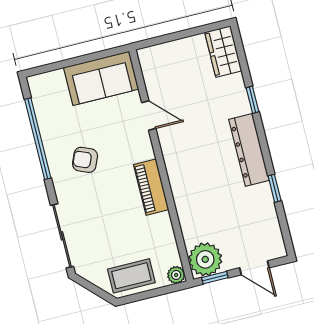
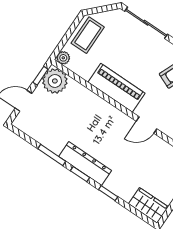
door: (149, 115) -> (147, 125), moved
window: (264, 144) -> (80, 174), added
piano: (151, 187) -> (117, 88), width x1.37, depth x1.33
window: (275, 188) -> (52, 155), width x1.50

